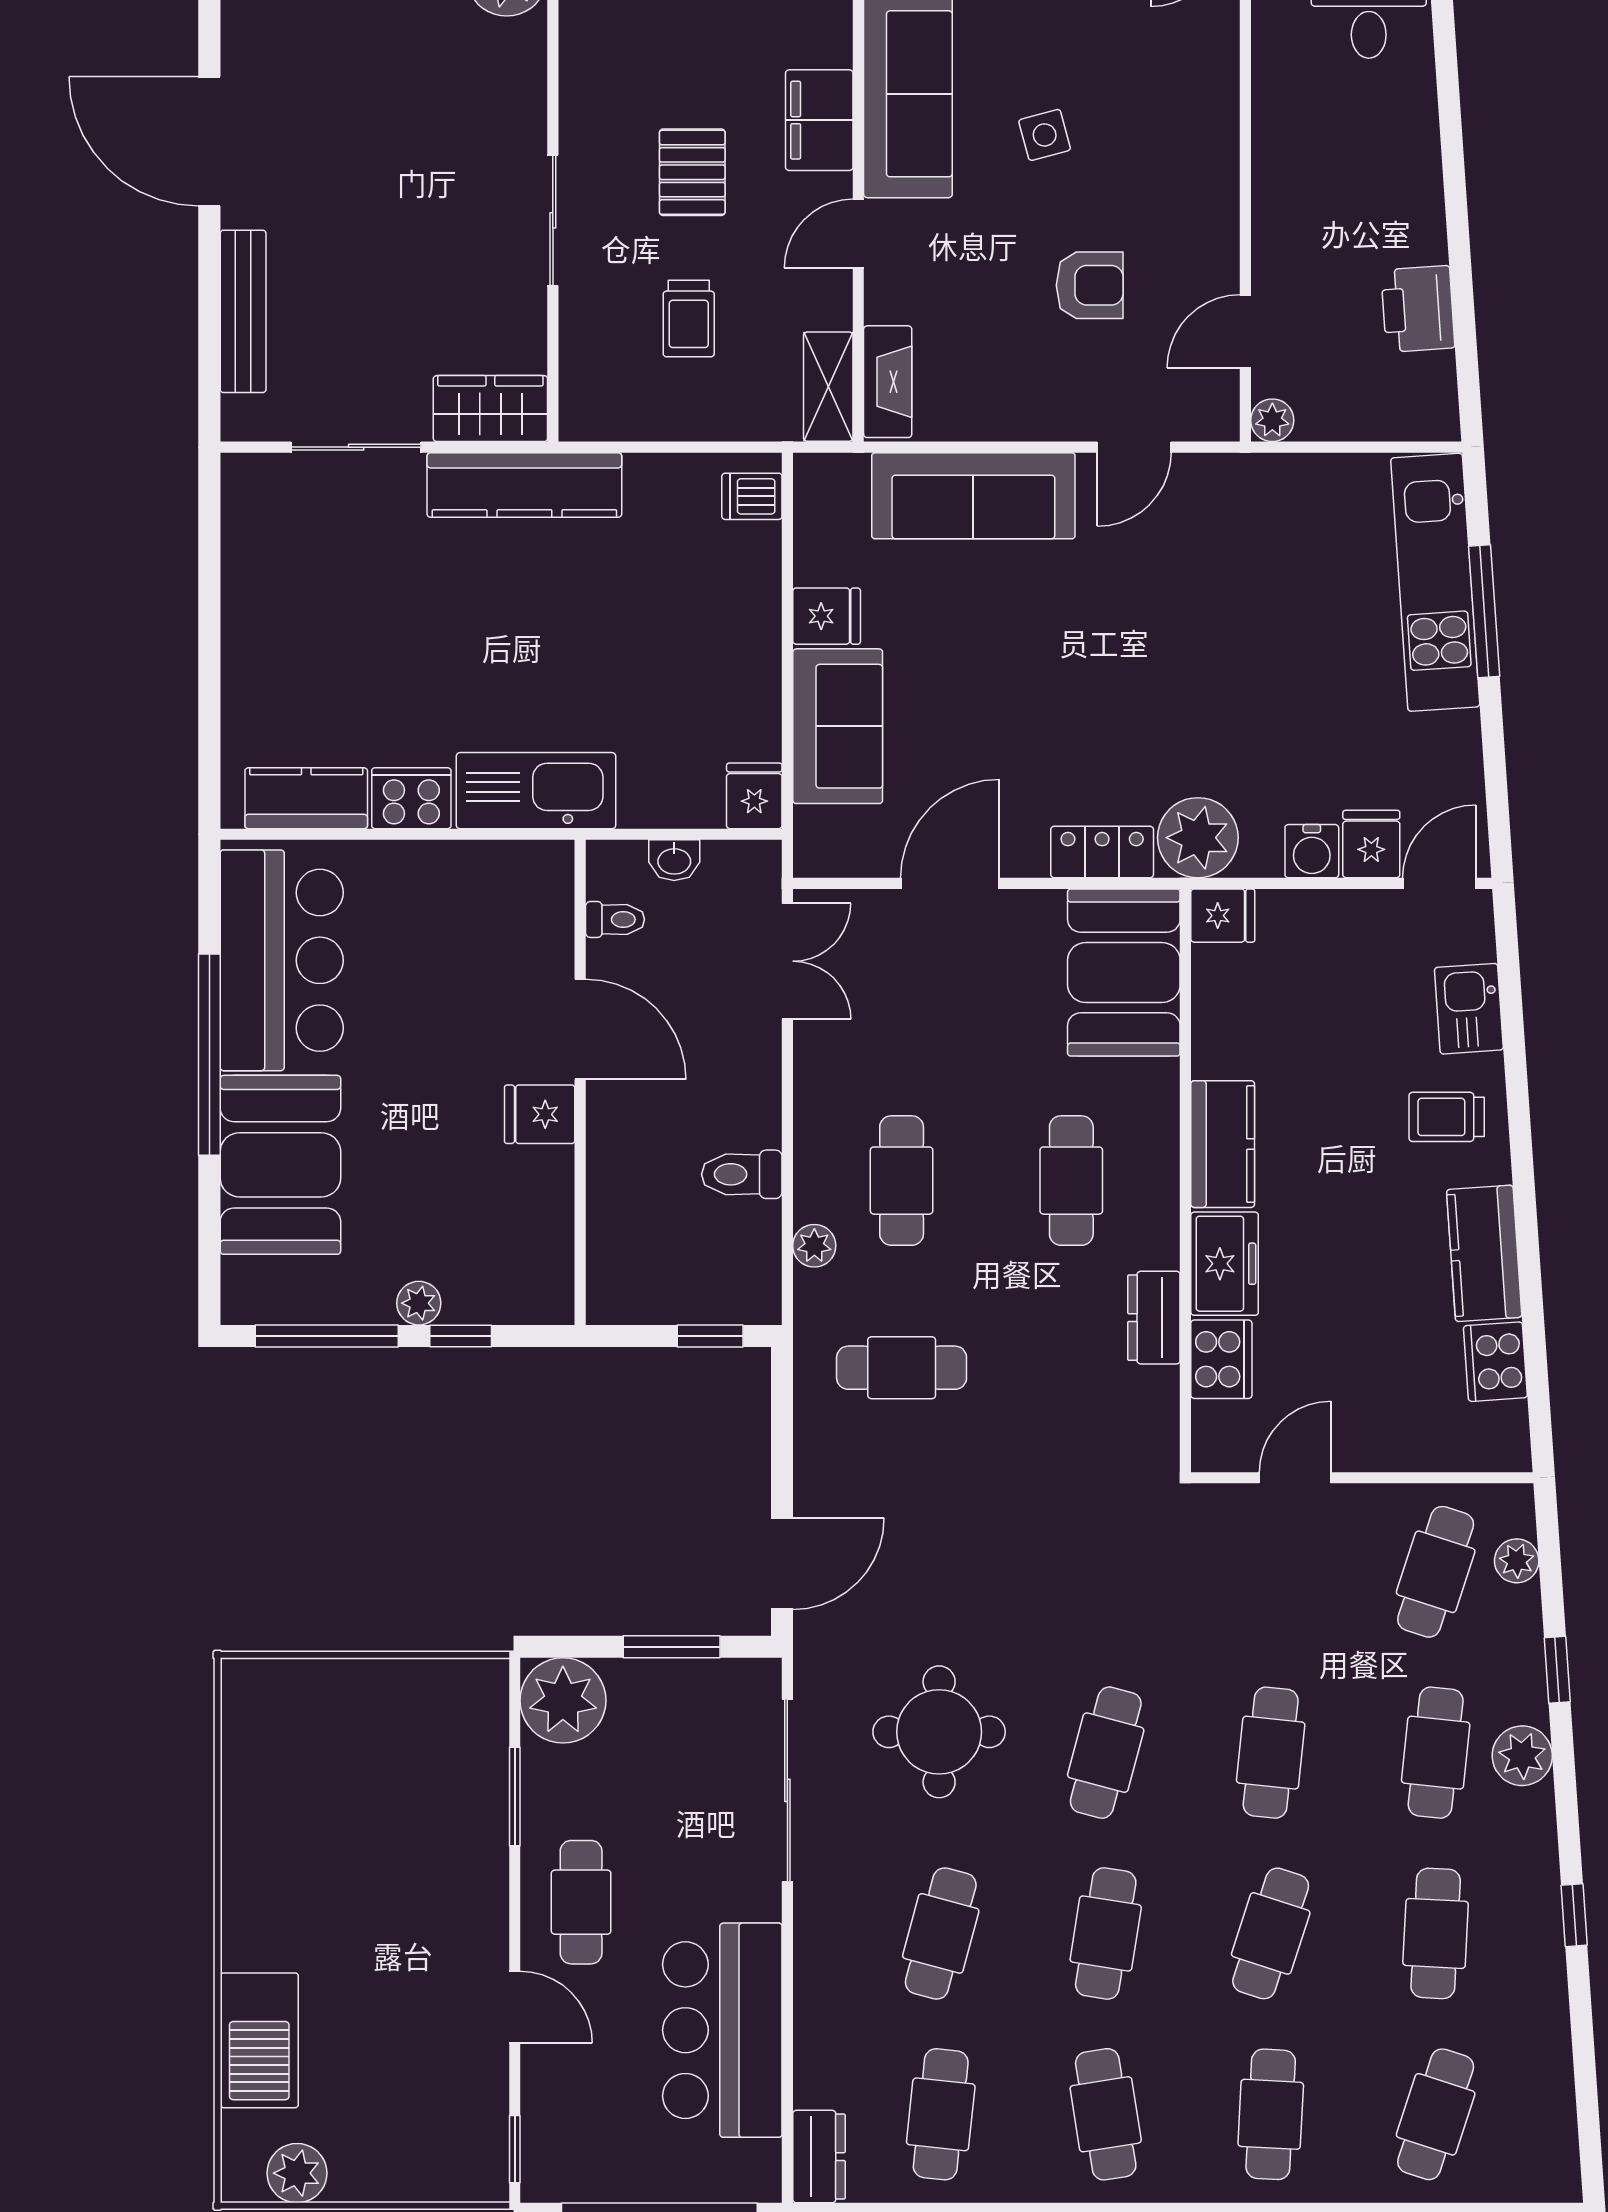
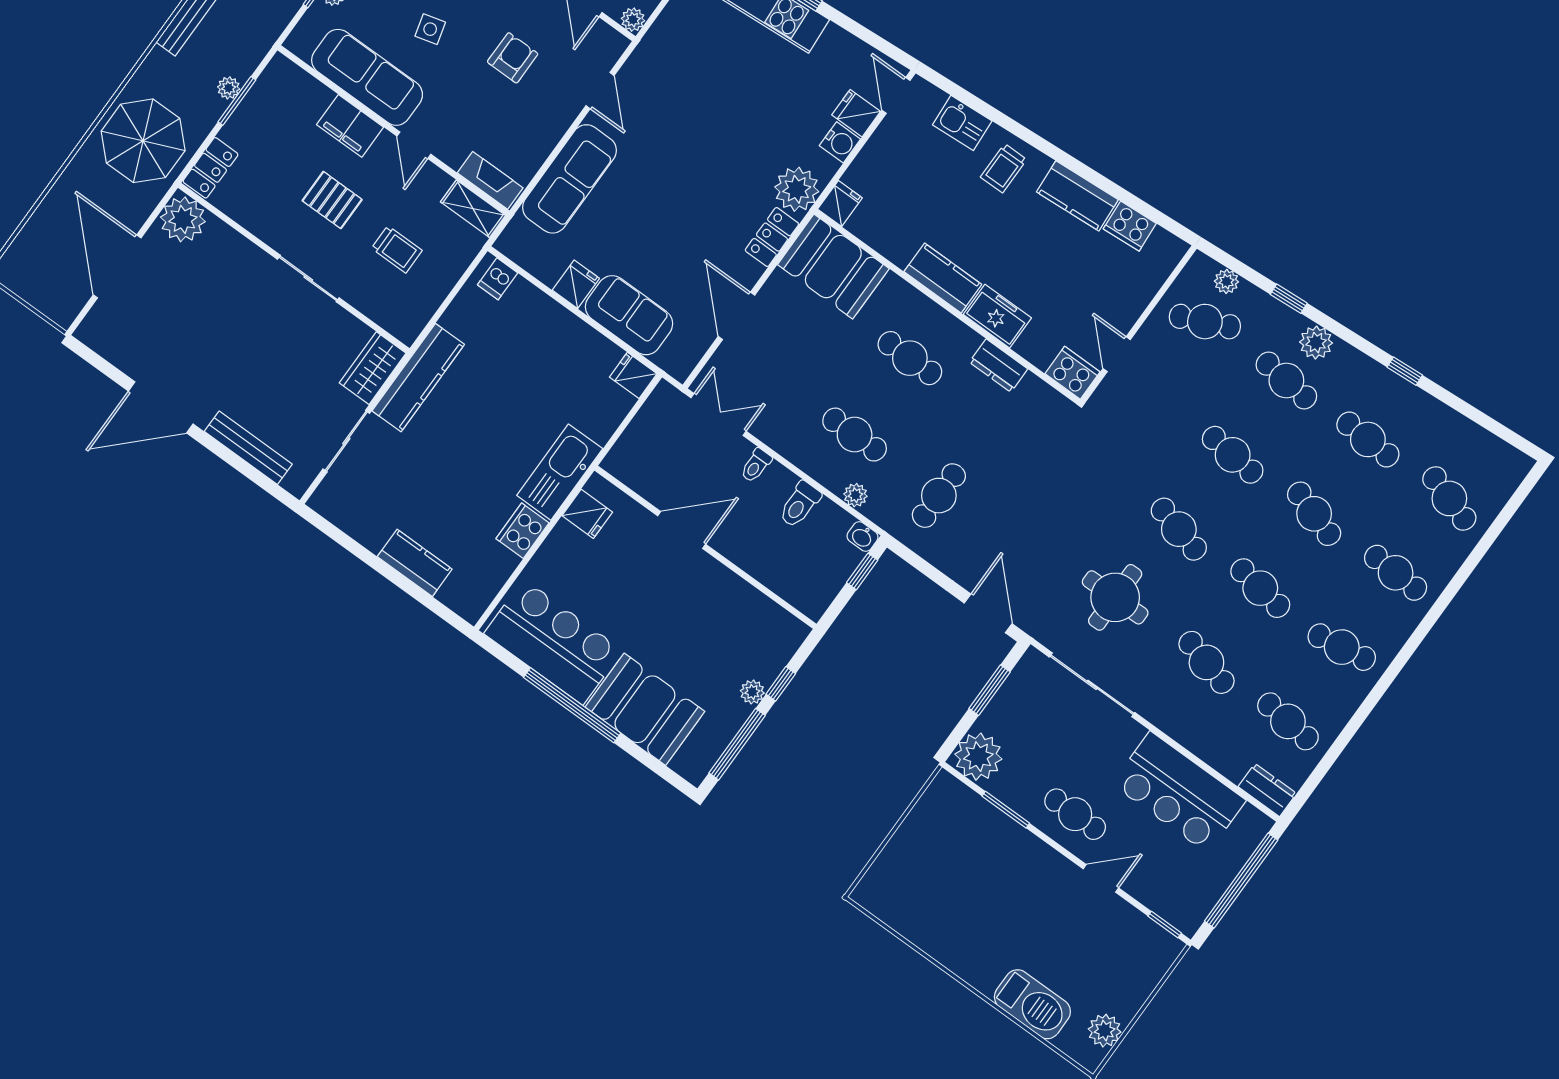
kitchen counter: (306, 798) -> (415, 563), moved, turned 90
washbasin: (674, 860) -> (863, 537), moved, turned 90
toilet: (615, 919) -> (756, 465), moved, turned 180
fridge: (540, 1114) -> (587, 514), moved, turned -90
cooker: (1221, 1359) -> (1072, 373), moved
cafe table: (1436, 1572) -> (1205, 322), turned -42

